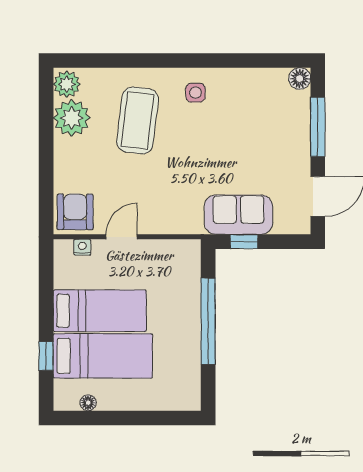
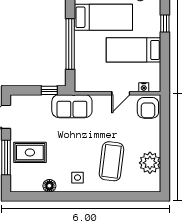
floor lamp: (300, 79) -> (49, 186), moved
plant: (67, 84) -> (153, 183), removed
rug: (277, 136) -> (30, 152), added
sofa: (238, 215) -> (72, 106), moved
bed: (103, 356) -> (103, 17), moved, turned 180

